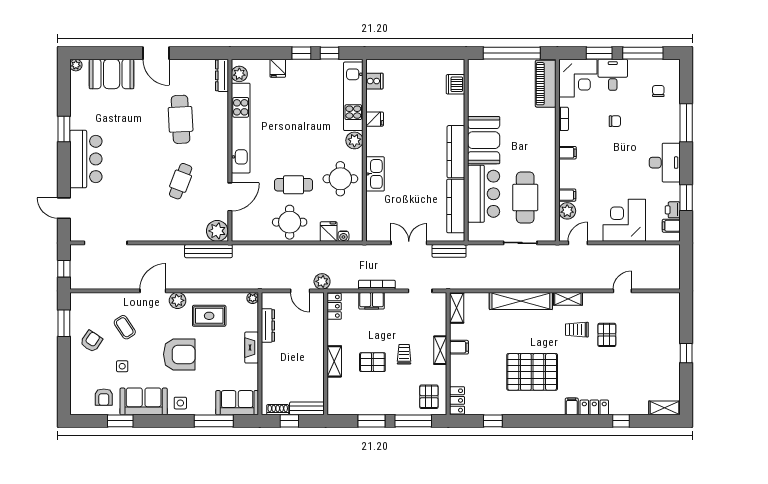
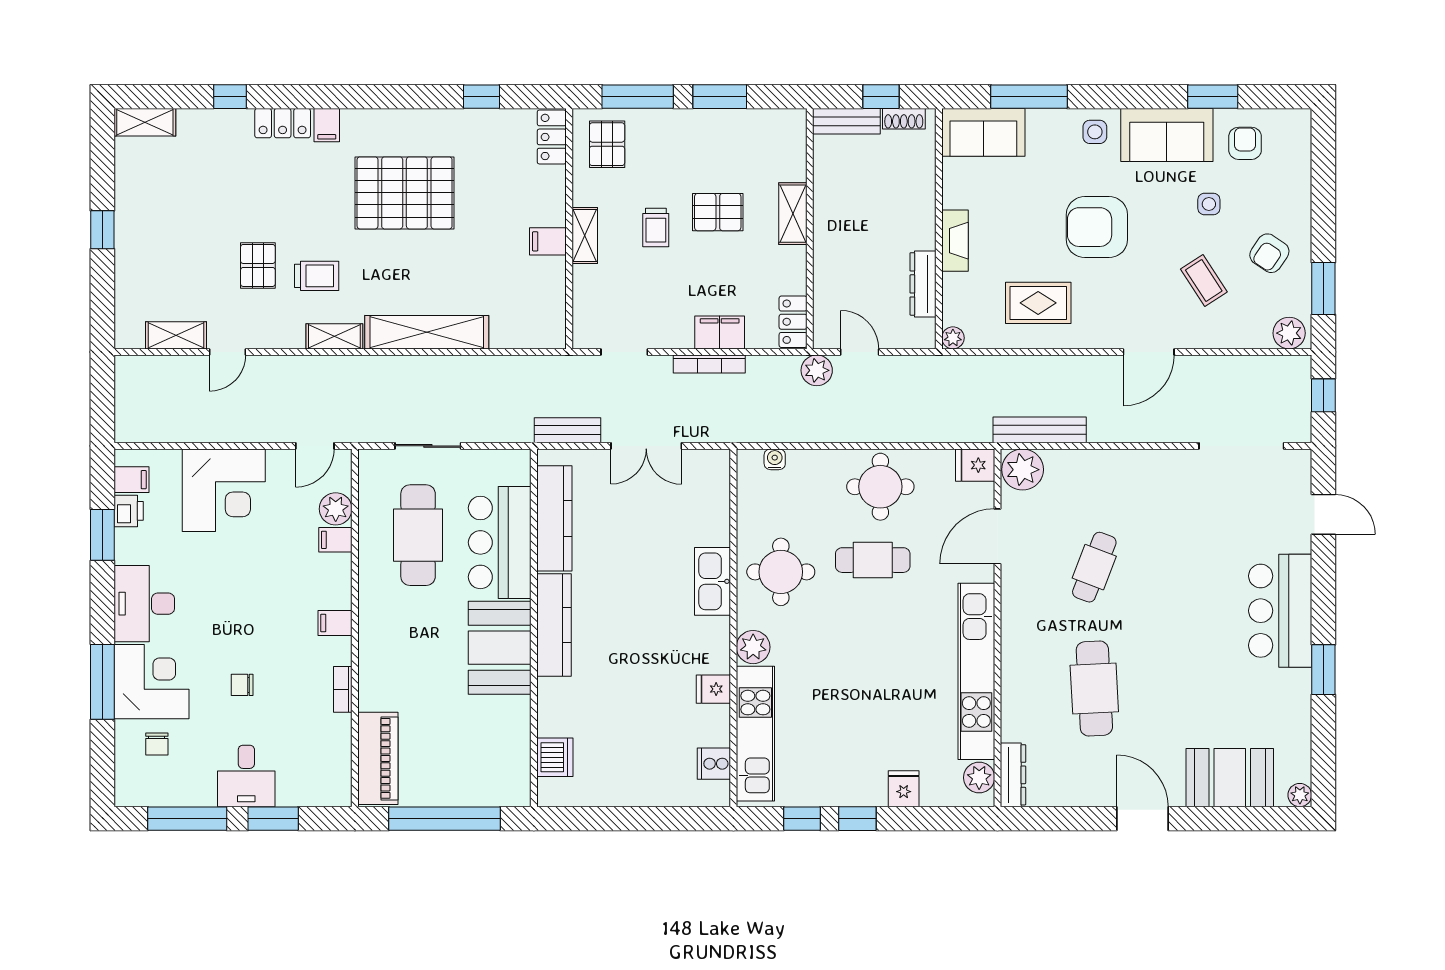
corner desk: (578, 78) -> (152, 682), moved, turned 90
fridge: (329, 232) -> (975, 465), moved, turned 90
plant: (178, 300) -> (1289, 333), moved
shelving: (457, 308) -> (176, 335), moved, turned 90

